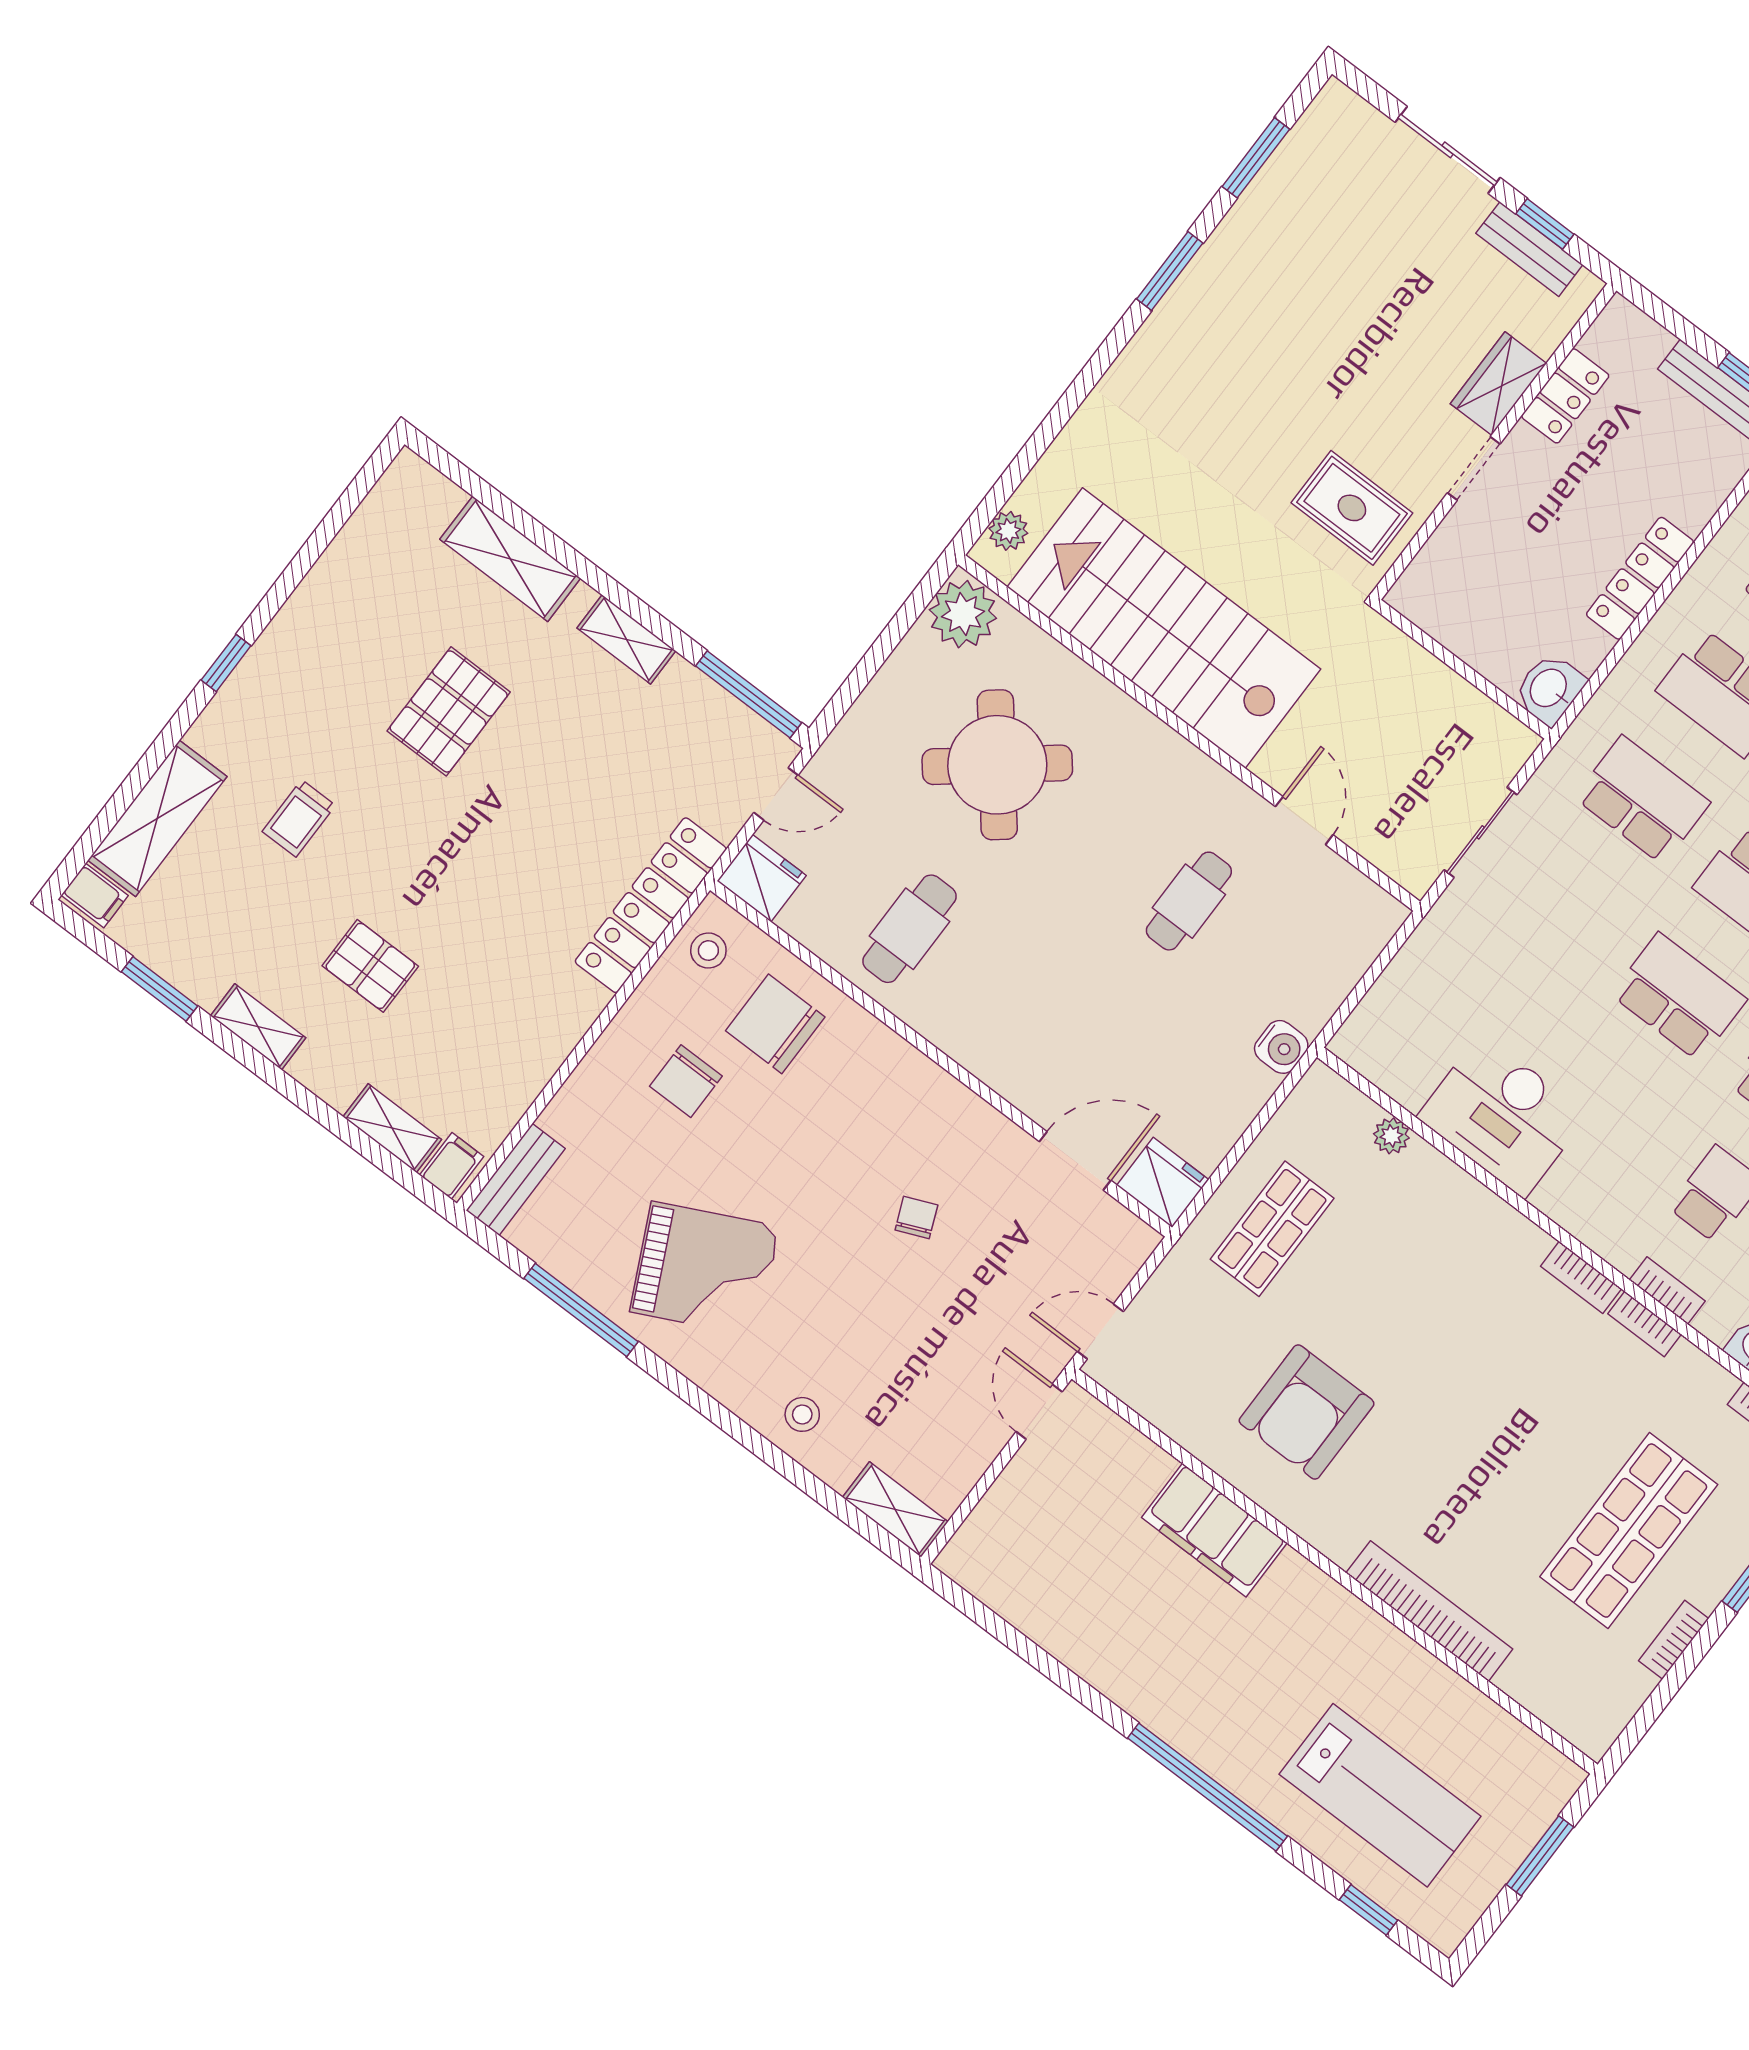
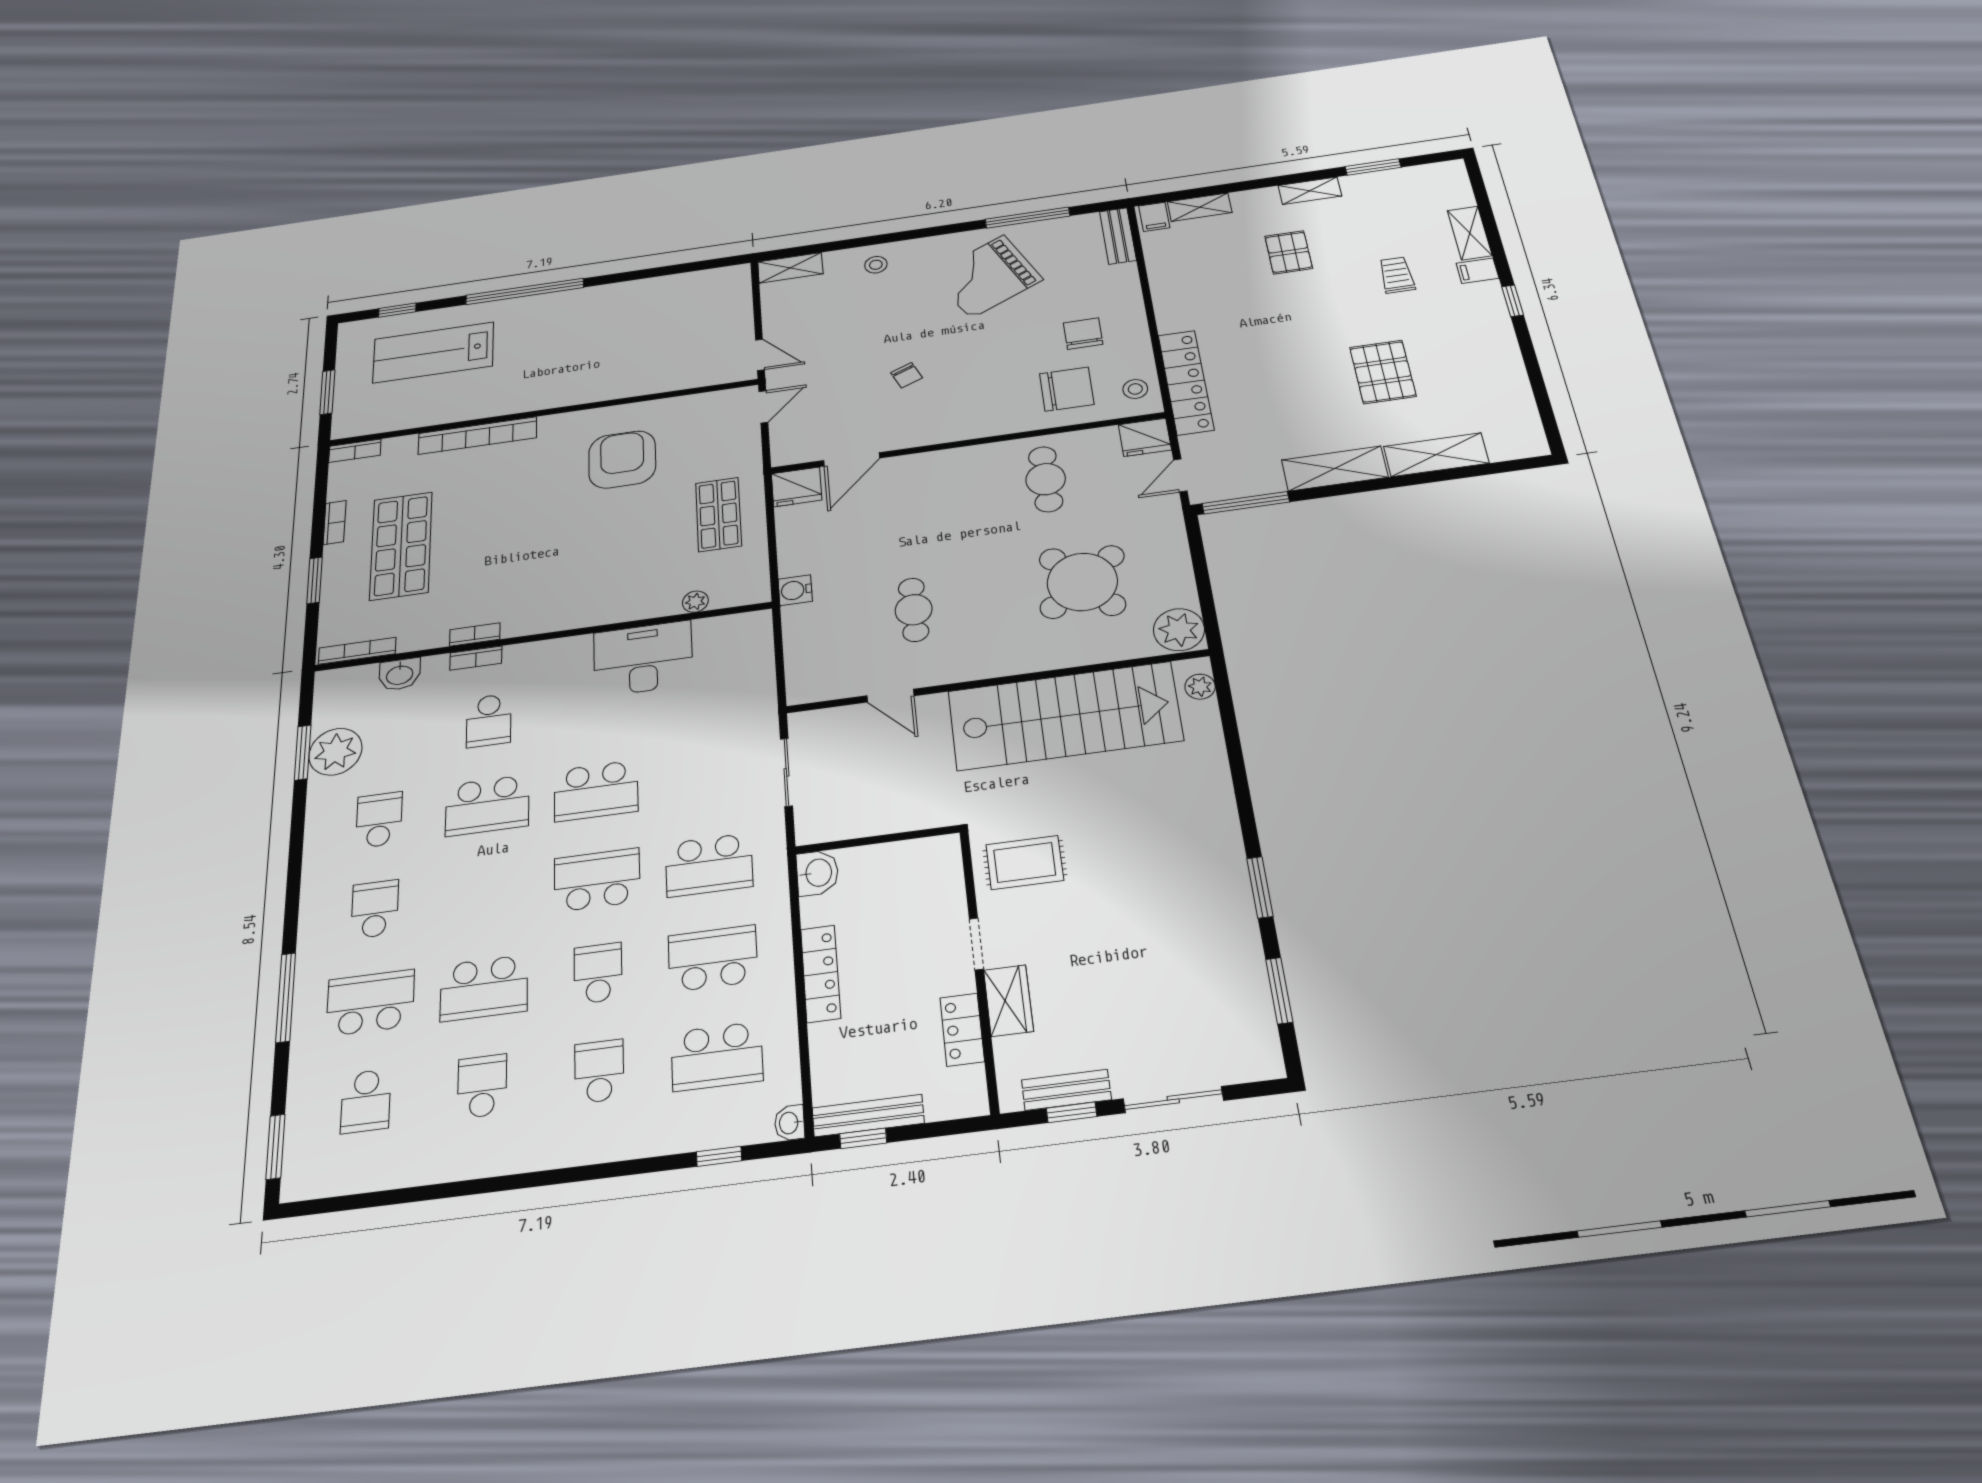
shelving: (626, 639) -> (1335, 469), width x1.50, depth x1.33
shelving: (157, 818) -> (1470, 233), width x0.67, depth x0.75
filing cabinet: (95, 895) -> (1478, 271), moved
pallet: (370, 966) -> (1289, 252), turned 90
bookcase: (1581, 1277) -> (355, 451), moved, turned 180
filing cabinet: (1214, 1530) -> (622, 381), removed

